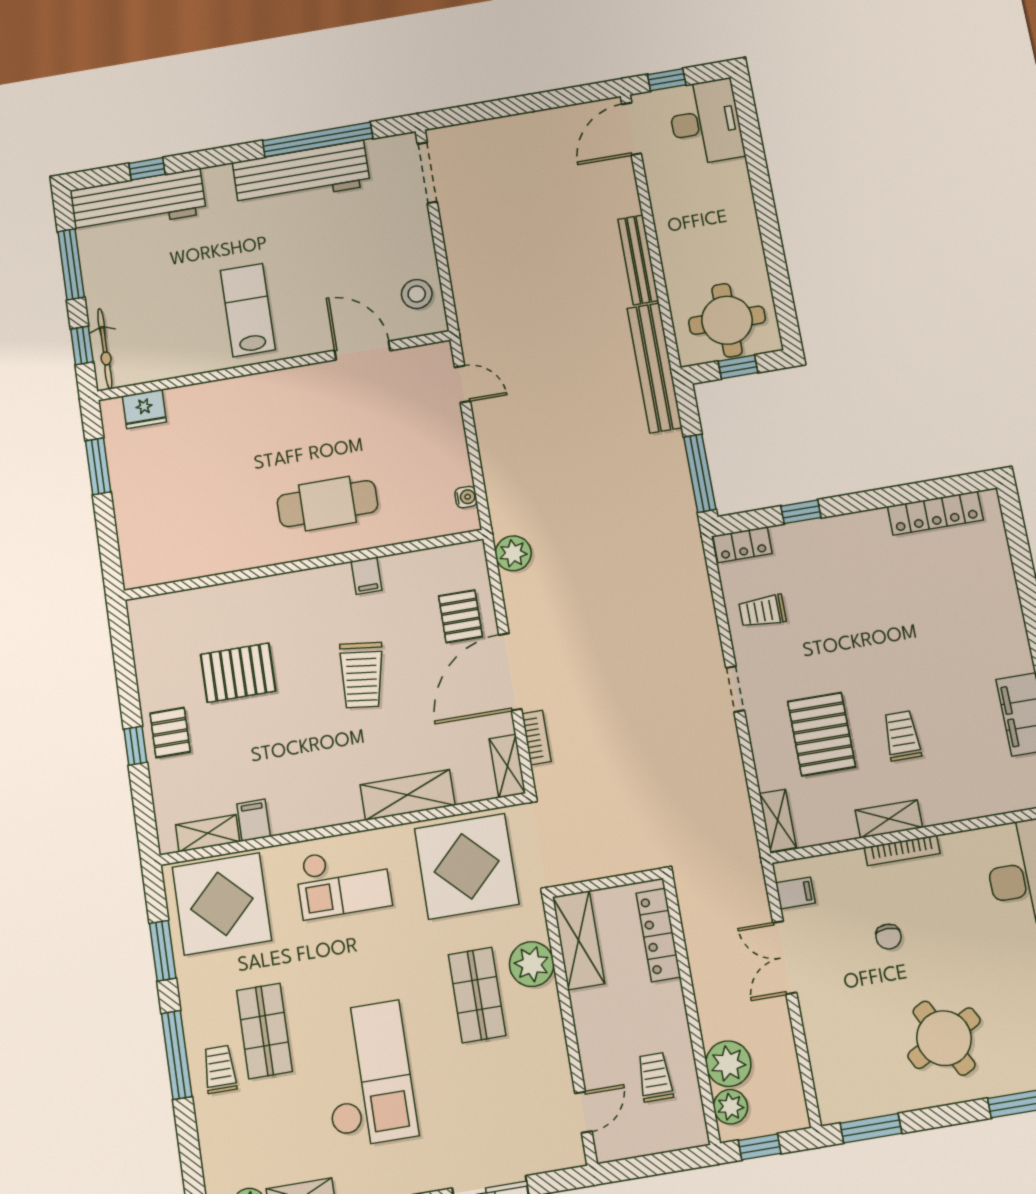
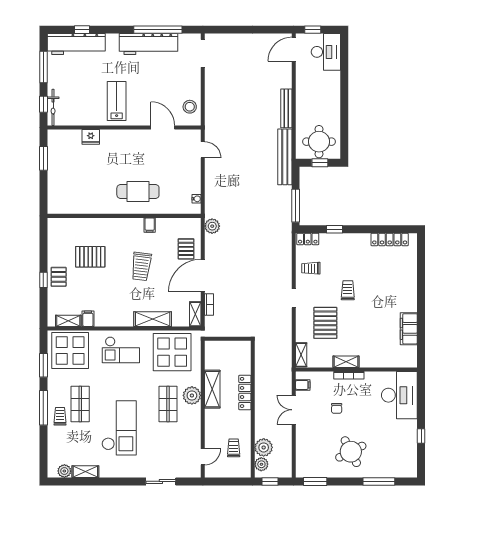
fridge: (144, 409) -> (91, 137), moved
trolley: (902, 736) -> (348, 290), moved
wall: (607, 883) -> (228, 339), moved

